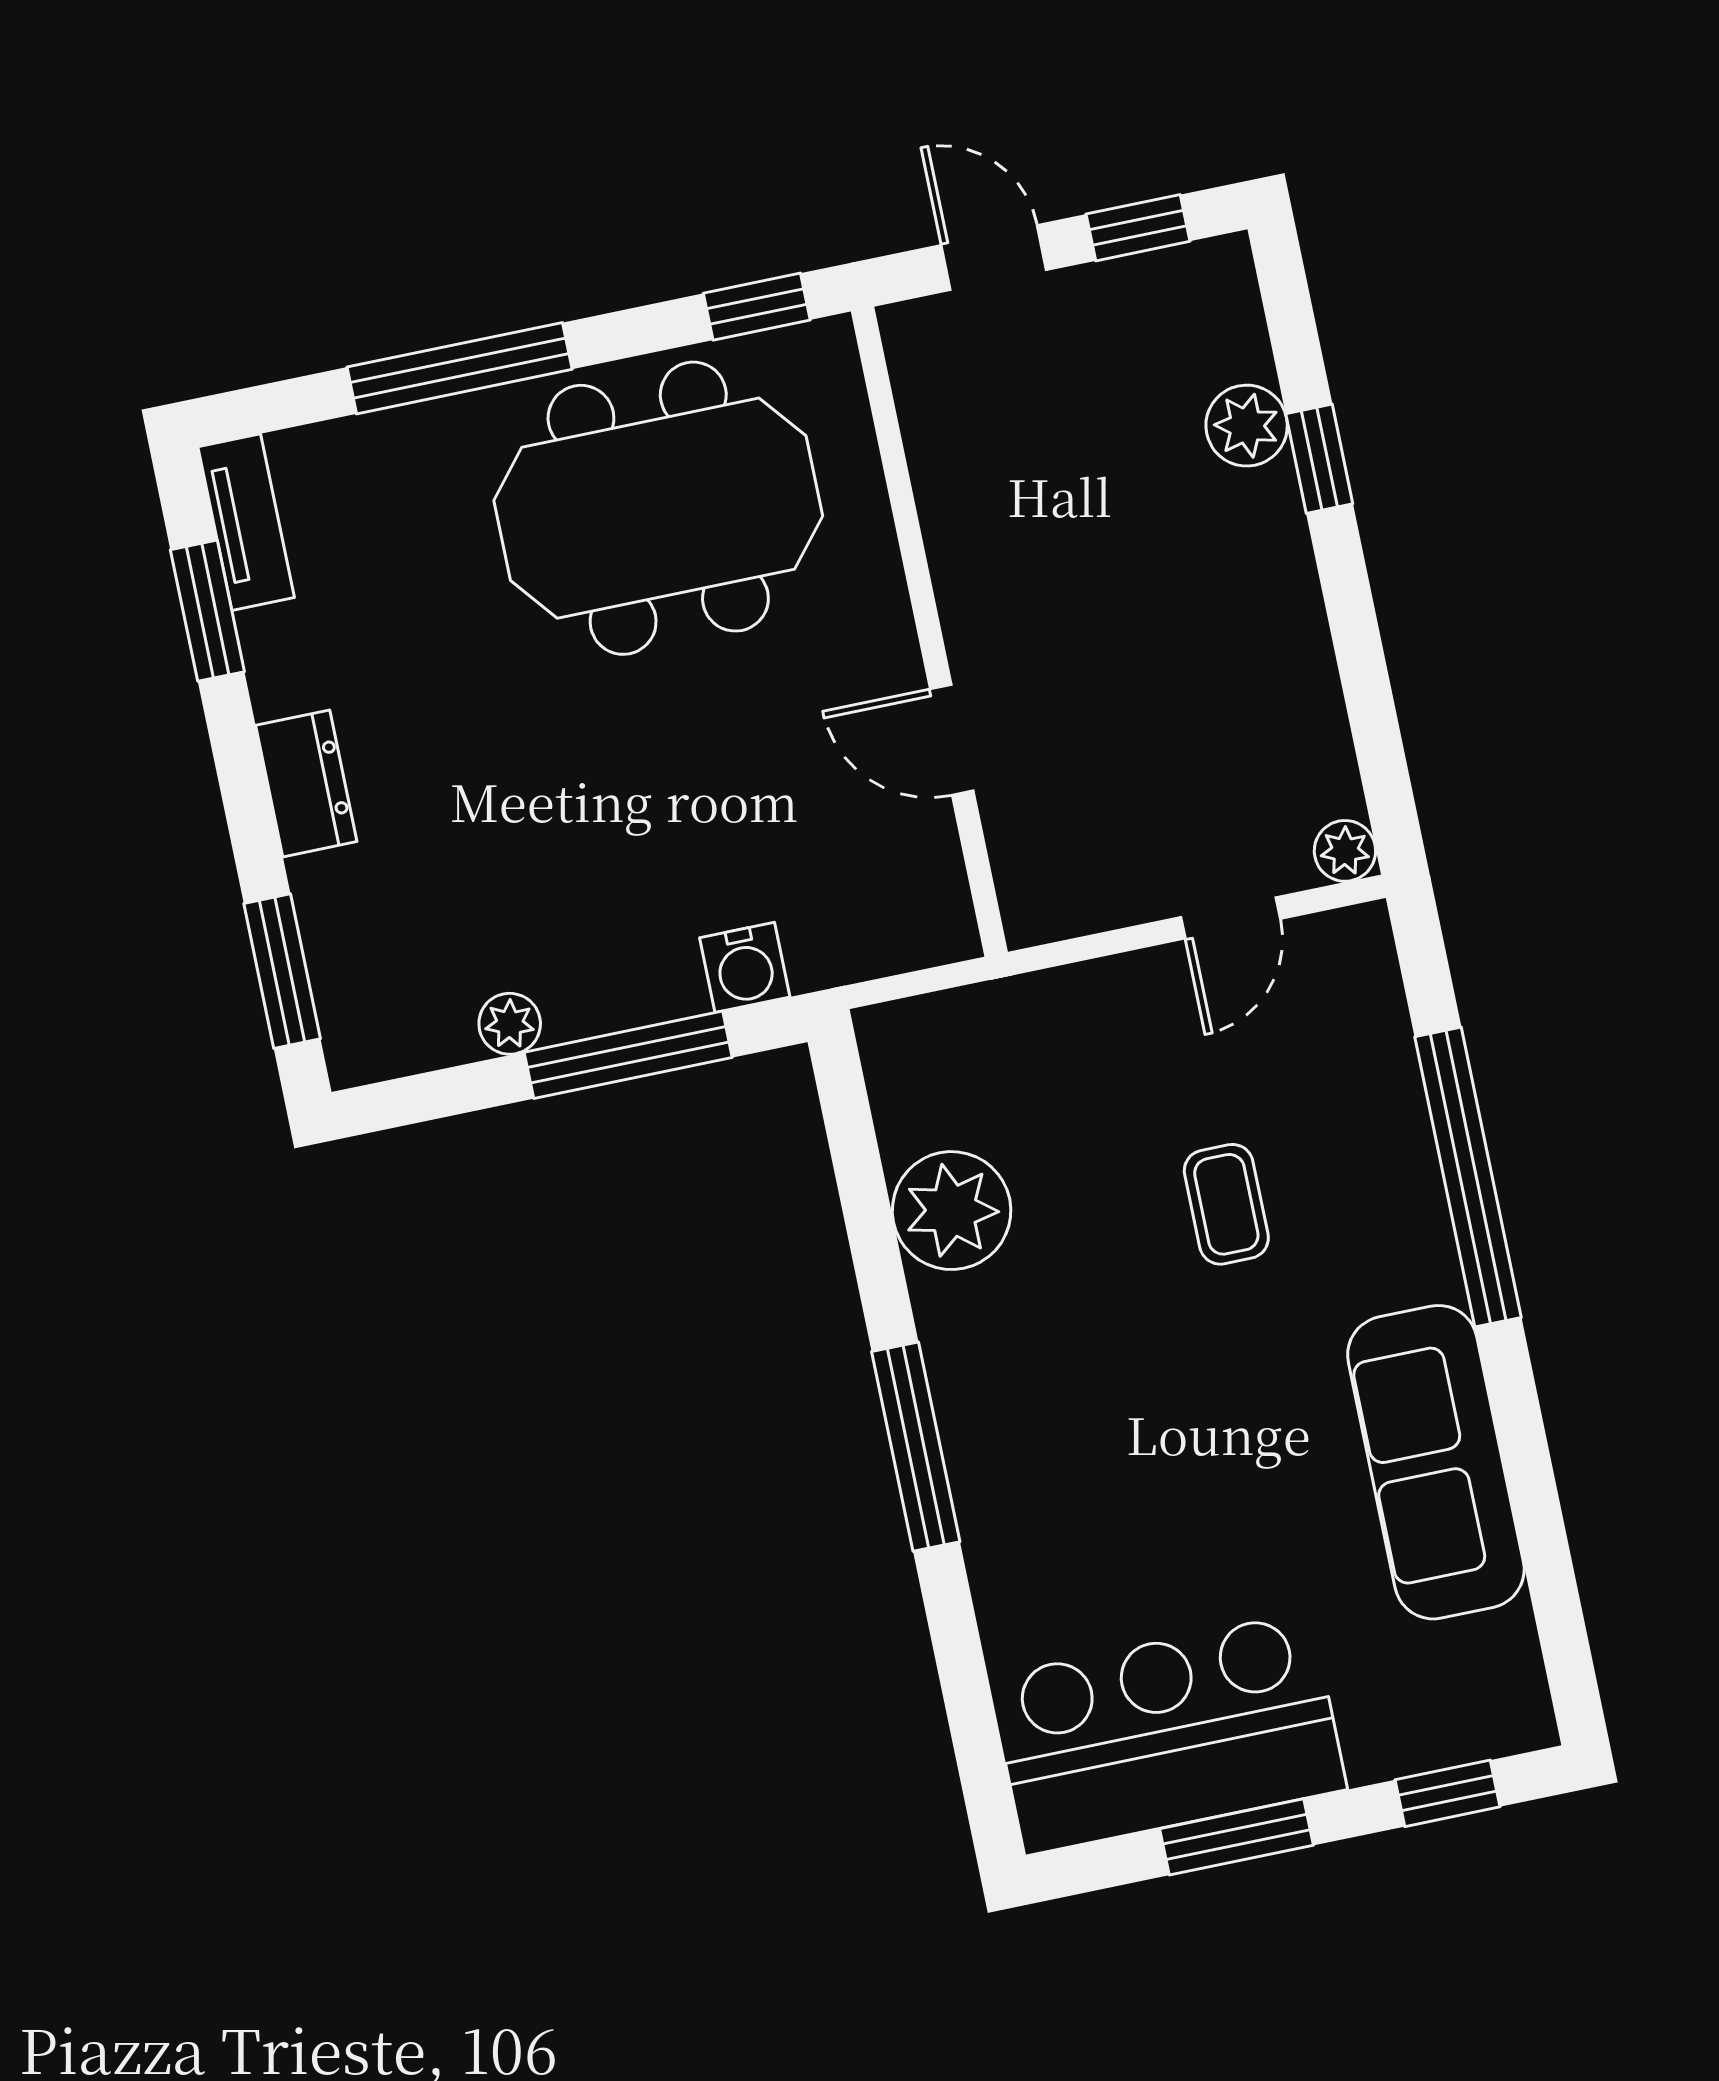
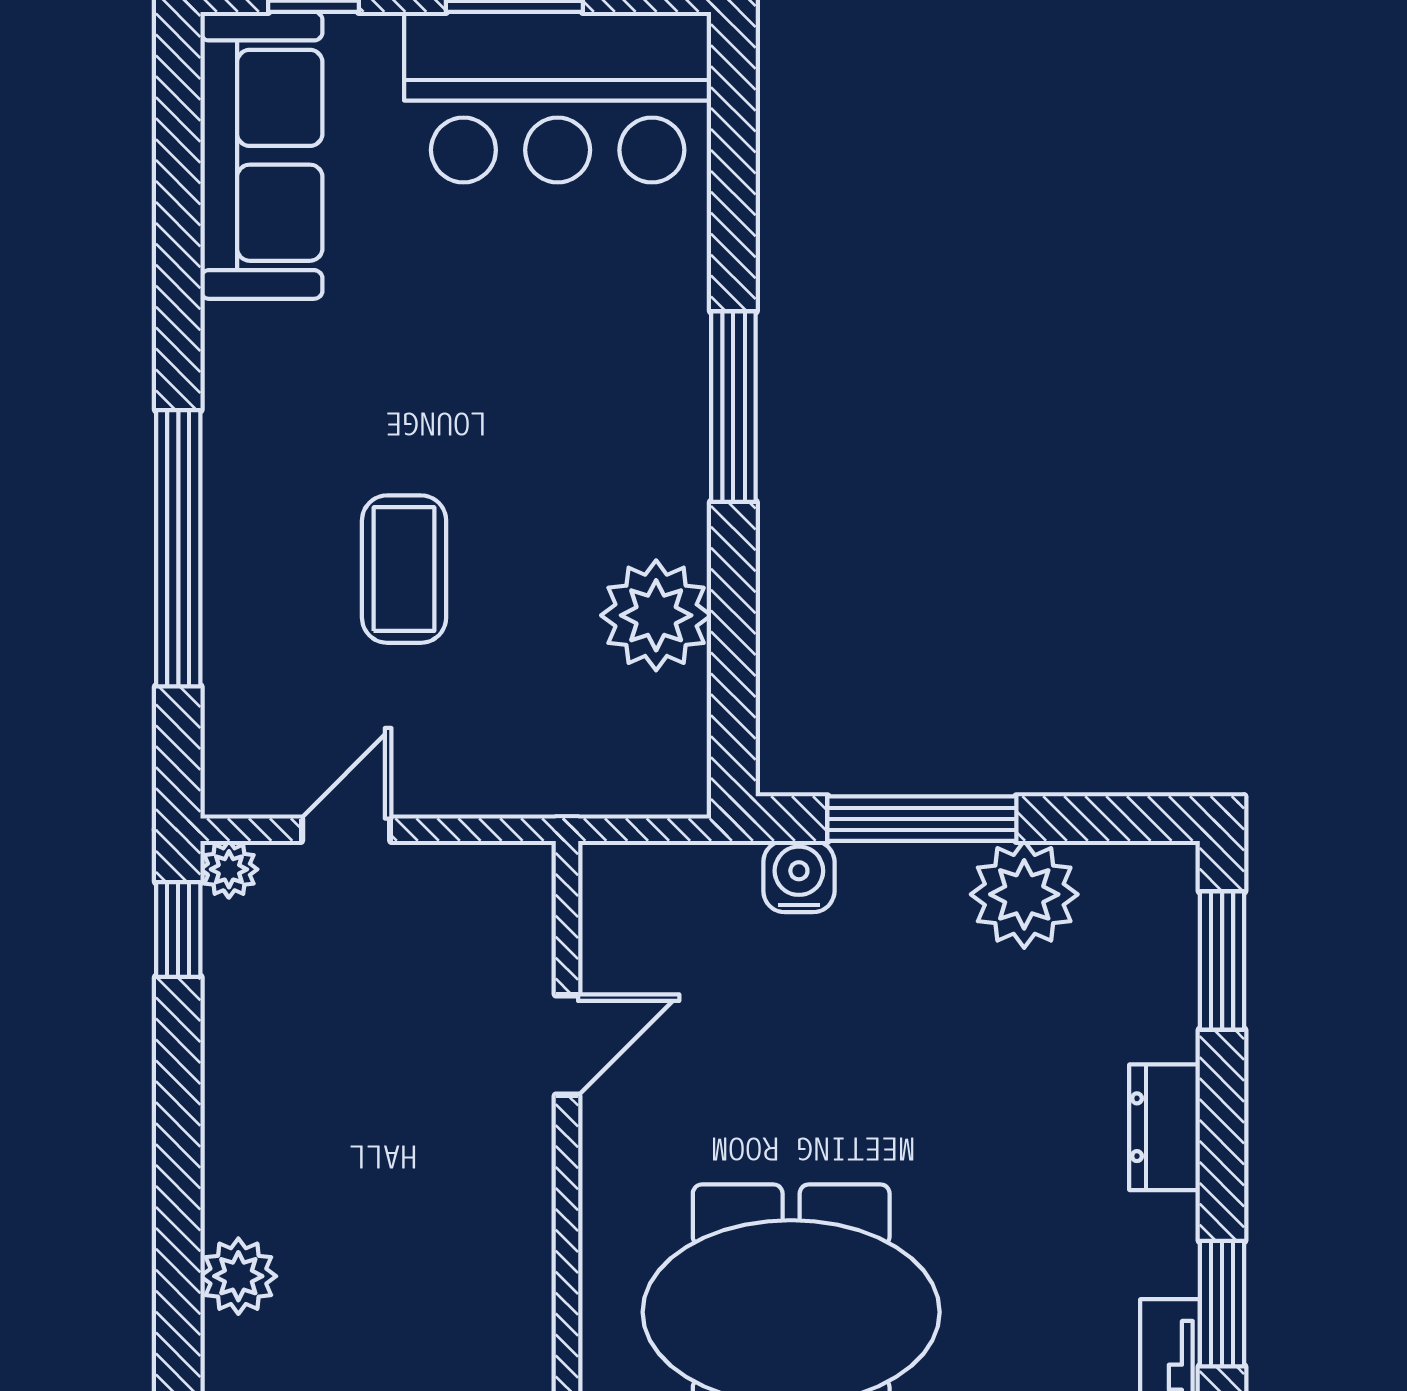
window: (1319, 459) -> (178, 930), moved
door: (952, 740) -> (567, 1045), hinge flipped
plant: (510, 1024) -> (1024, 894), width x1.87, depth x1.87
coffee table: (1226, 1204) -> (404, 569), width x1.36, depth x1.30
sofa: (1436, 1462) -> (261, 155), moved

